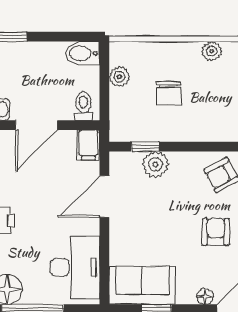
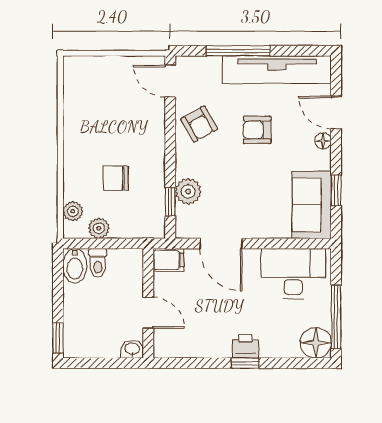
plant: (212, 51) -> (73, 211), moved
chair: (169, 93) -> (116, 178), turned 180
toilet: (83, 106) -> (98, 263), moved, turned -90
door: (36, 125) -> (148, 313), width x0.73

